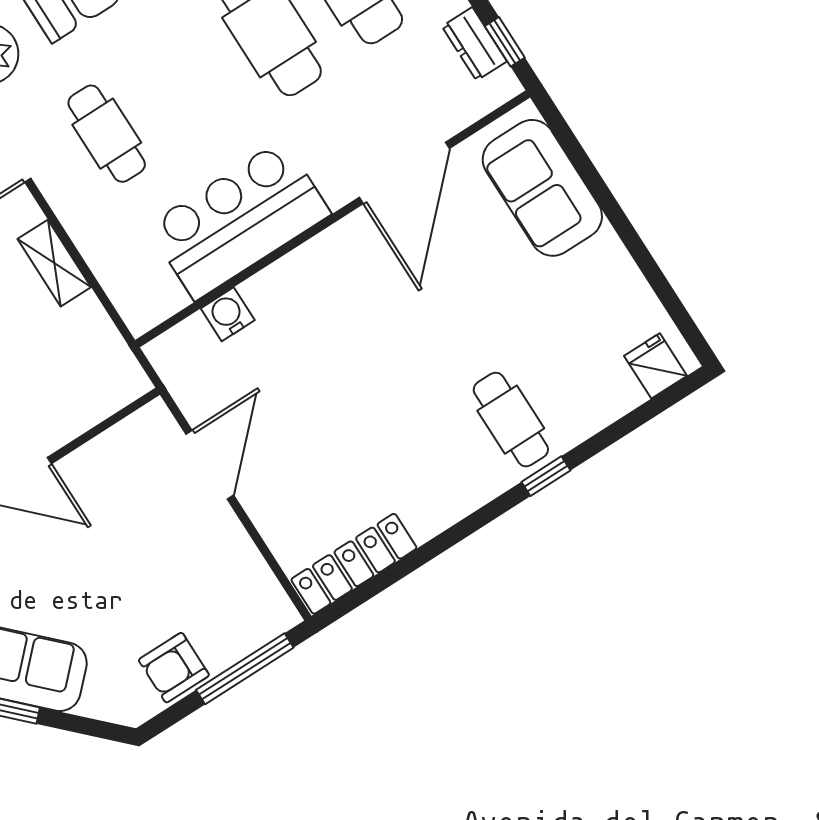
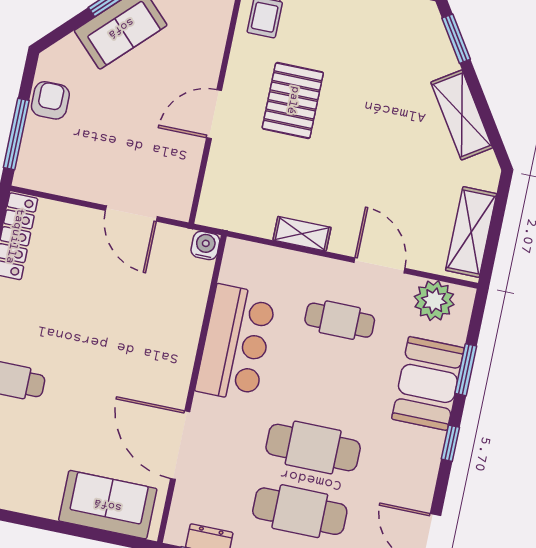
water cooler: (228, 314) -> (205, 245), moved, turned -90

